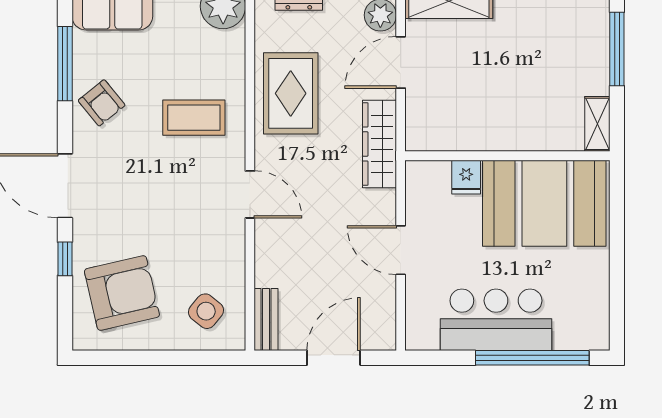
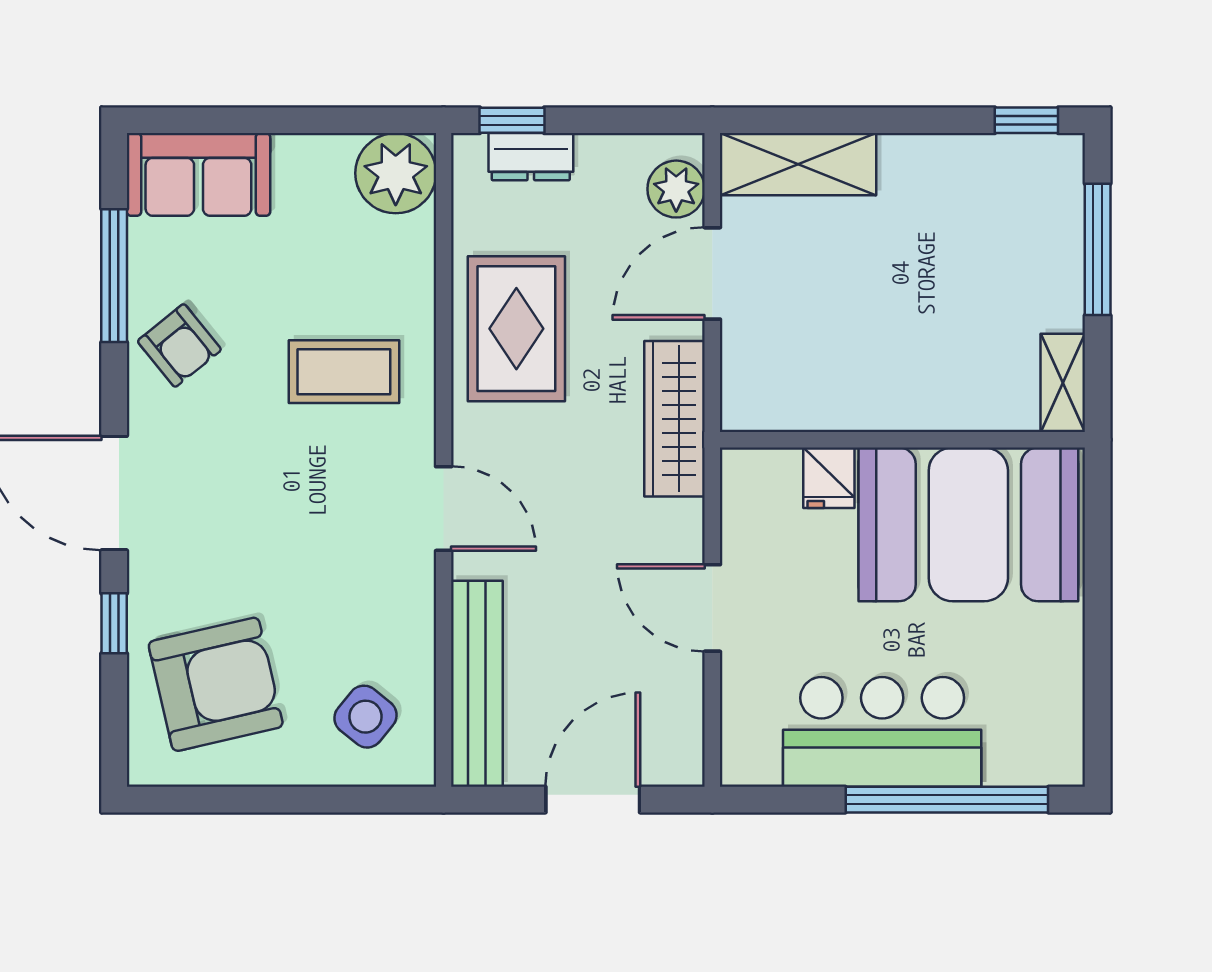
bench: (266, 320) -> (477, 684), width x1.86, depth x1.21

